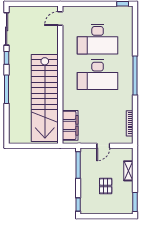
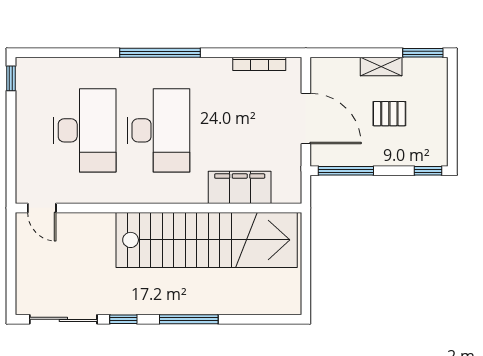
filing cabinet: (70, 125) -> (240, 187), moved
door: (103, 146) -> (306, 119), width x1.88
shelving: (128, 171) -> (381, 67), moved

